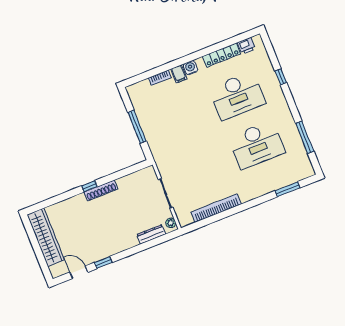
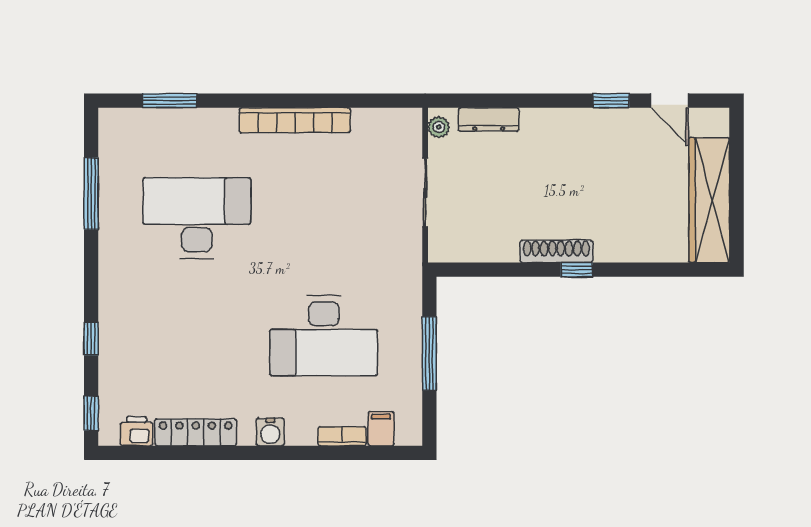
window: (268, 46) -> (91, 413), added
filing cabinet: (179, 74) -> (381, 429), moved
desk: (237, 96) -> (324, 336), moved, turned 180
bookcase: (216, 208) -> (295, 120), moved

